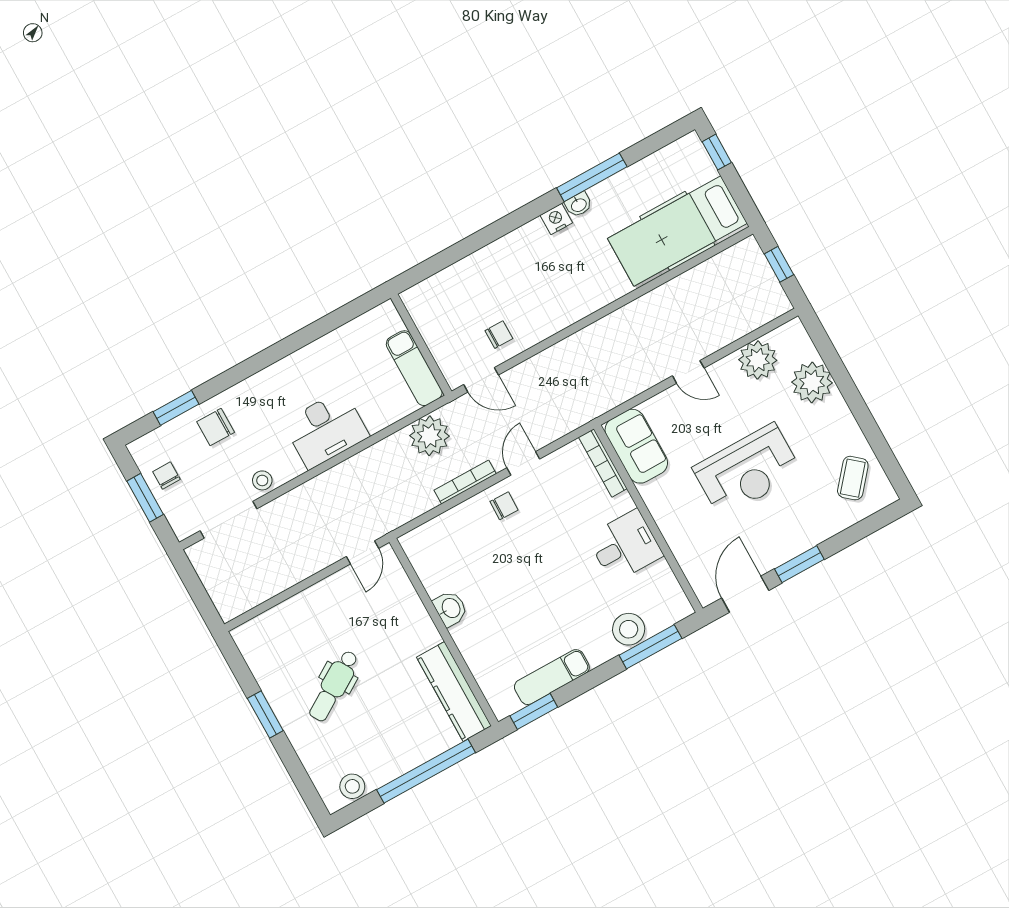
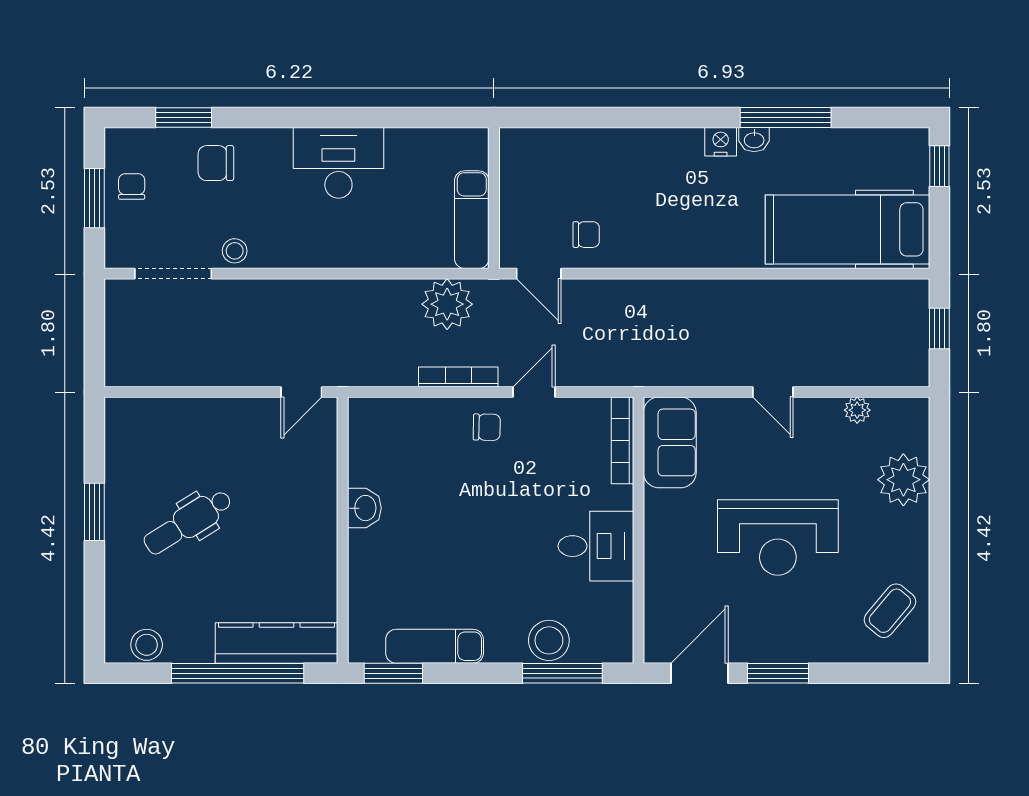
plant: (758, 360) -> (857, 410), width x0.53, depth x0.53
desk: (326, 429) -> (338, 163), moved, turned 180
kitchen counter: (454, 691) -> (276, 643), moved, turned 90

